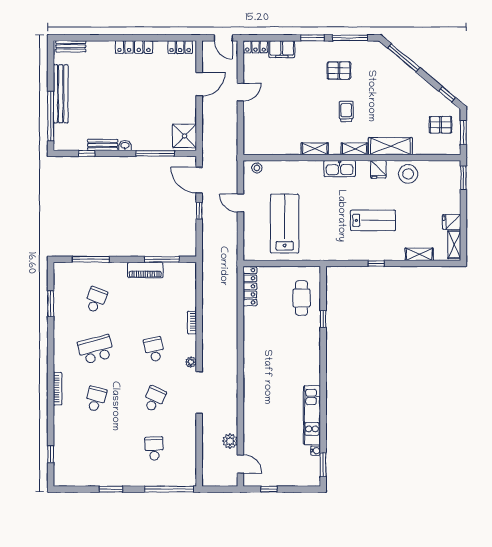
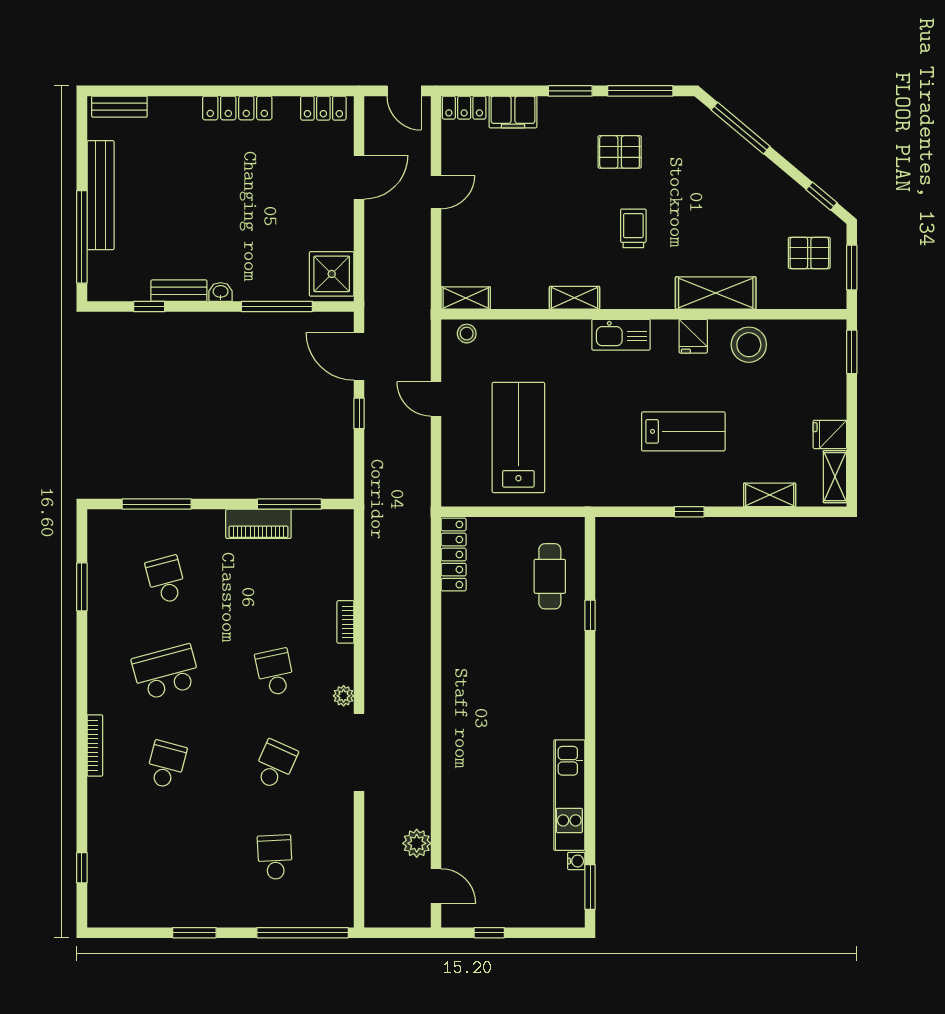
shelving: (354, 149) -> (466, 298), moved
school desk: (96, 300) -> (166, 580), turned -36

